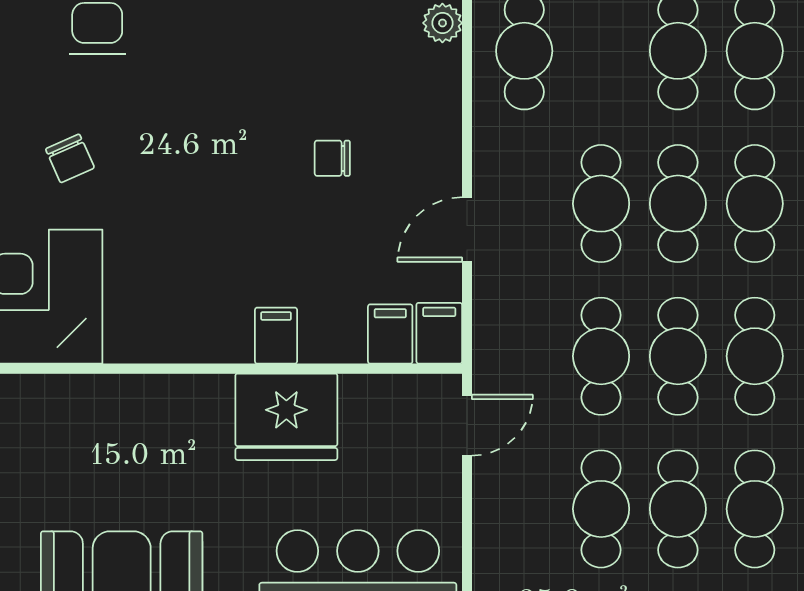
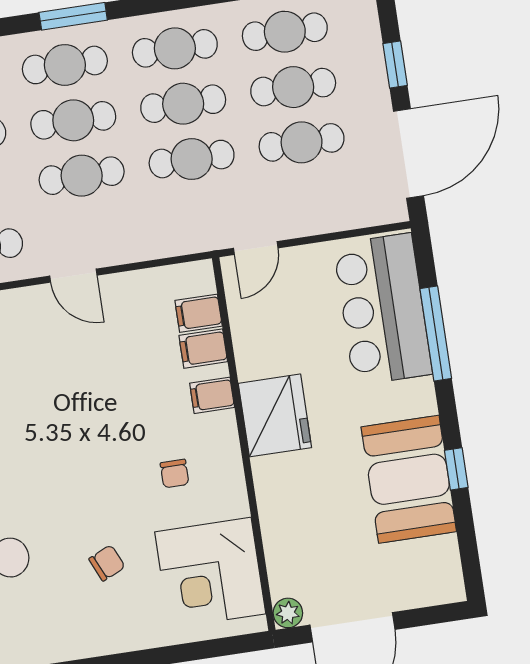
chair: (332, 158) -> (175, 474), moved
door: (467, 230) -> (73, 276), moved
filing cabinet: (439, 333) -> (203, 349), moved
fridge: (286, 417) -> (275, 415), moved
door: (467, 425) -> (256, 248), swing flipped

